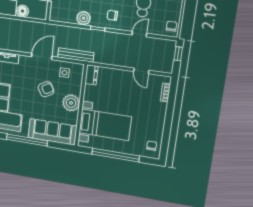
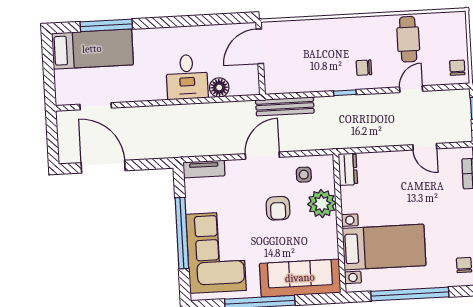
plant: (84, 18) -> (320, 81), removed
bench: (76, 55) -> (285, 106), moved
armchair: (46, 89) -> (278, 208), turned 119
plant: (71, 103) -> (322, 204), moved

